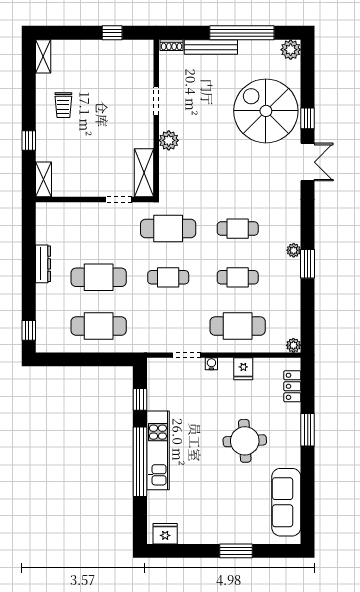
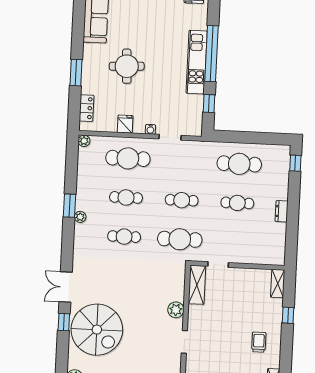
dresser: (43, 264) -> (282, 211), width x0.70
cafe table: (99, 277) -> (237, 203), width x0.73, depth x0.74

